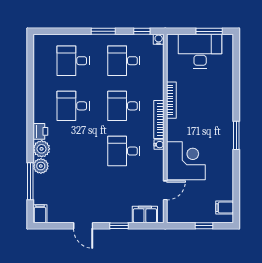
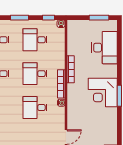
desk: (200, 51) -> (104, 48), moved, turned 90
corner desk: (186, 161) -> (103, 93), moved, turned 180

